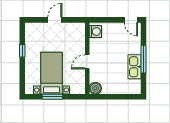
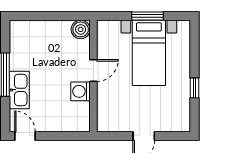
washing machine: (95, 31) -> (80, 91), moved
kitchen sink: (135, 67) -> (19, 90), moved

